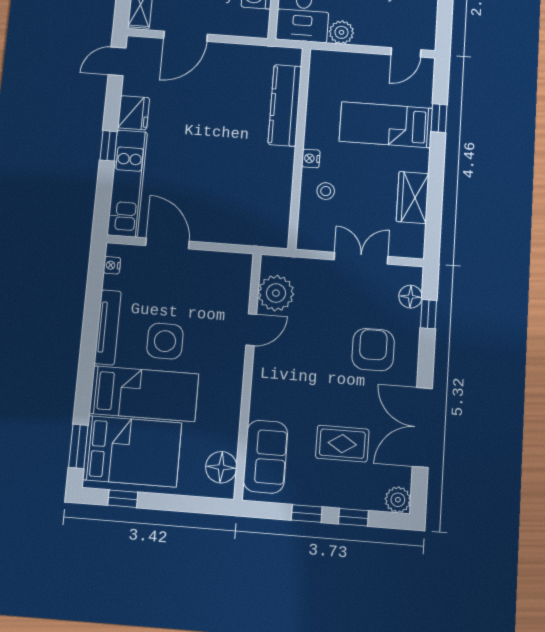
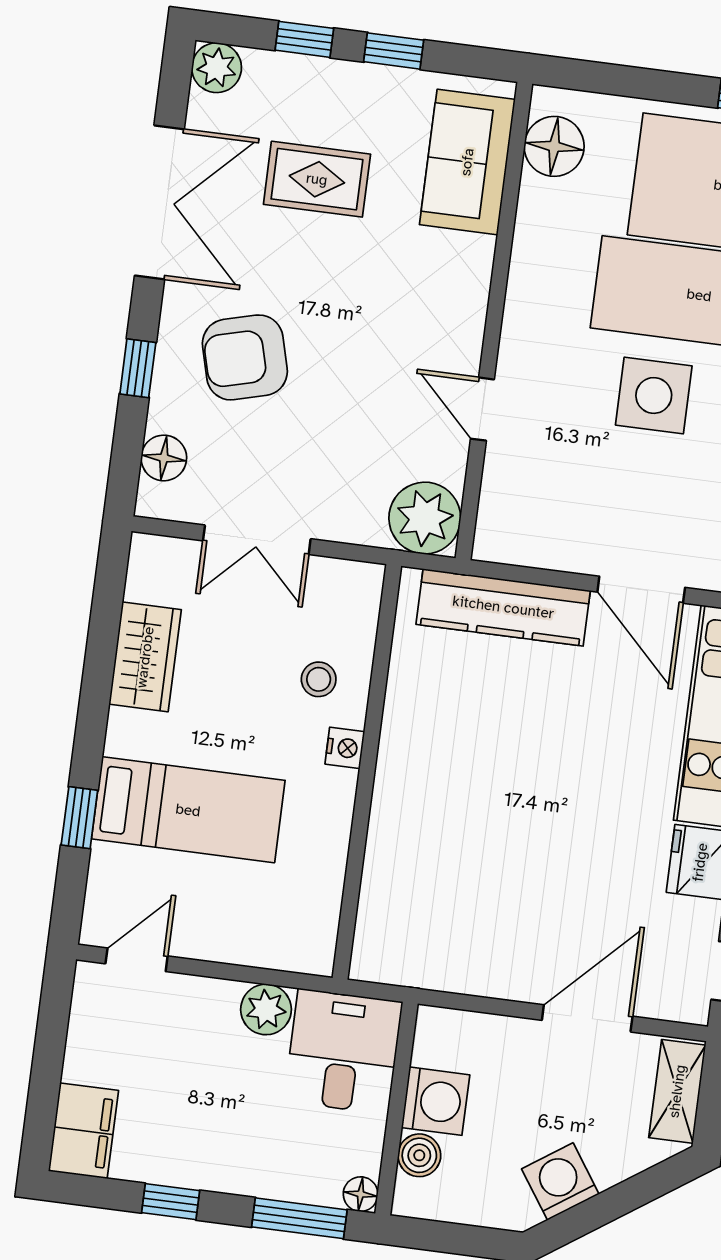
kitchen counter: (285, 105) -> (503, 607), moved, turned 90
plant: (276, 293) -> (425, 518), moved
window: (428, 314) -> (138, 368), moved
door: (251, 330) -> (482, 409), hinge flipped
armchair: (373, 350) -> (245, 357), turned 75

